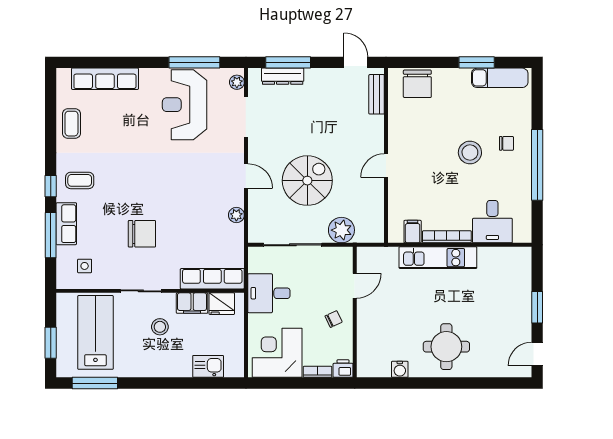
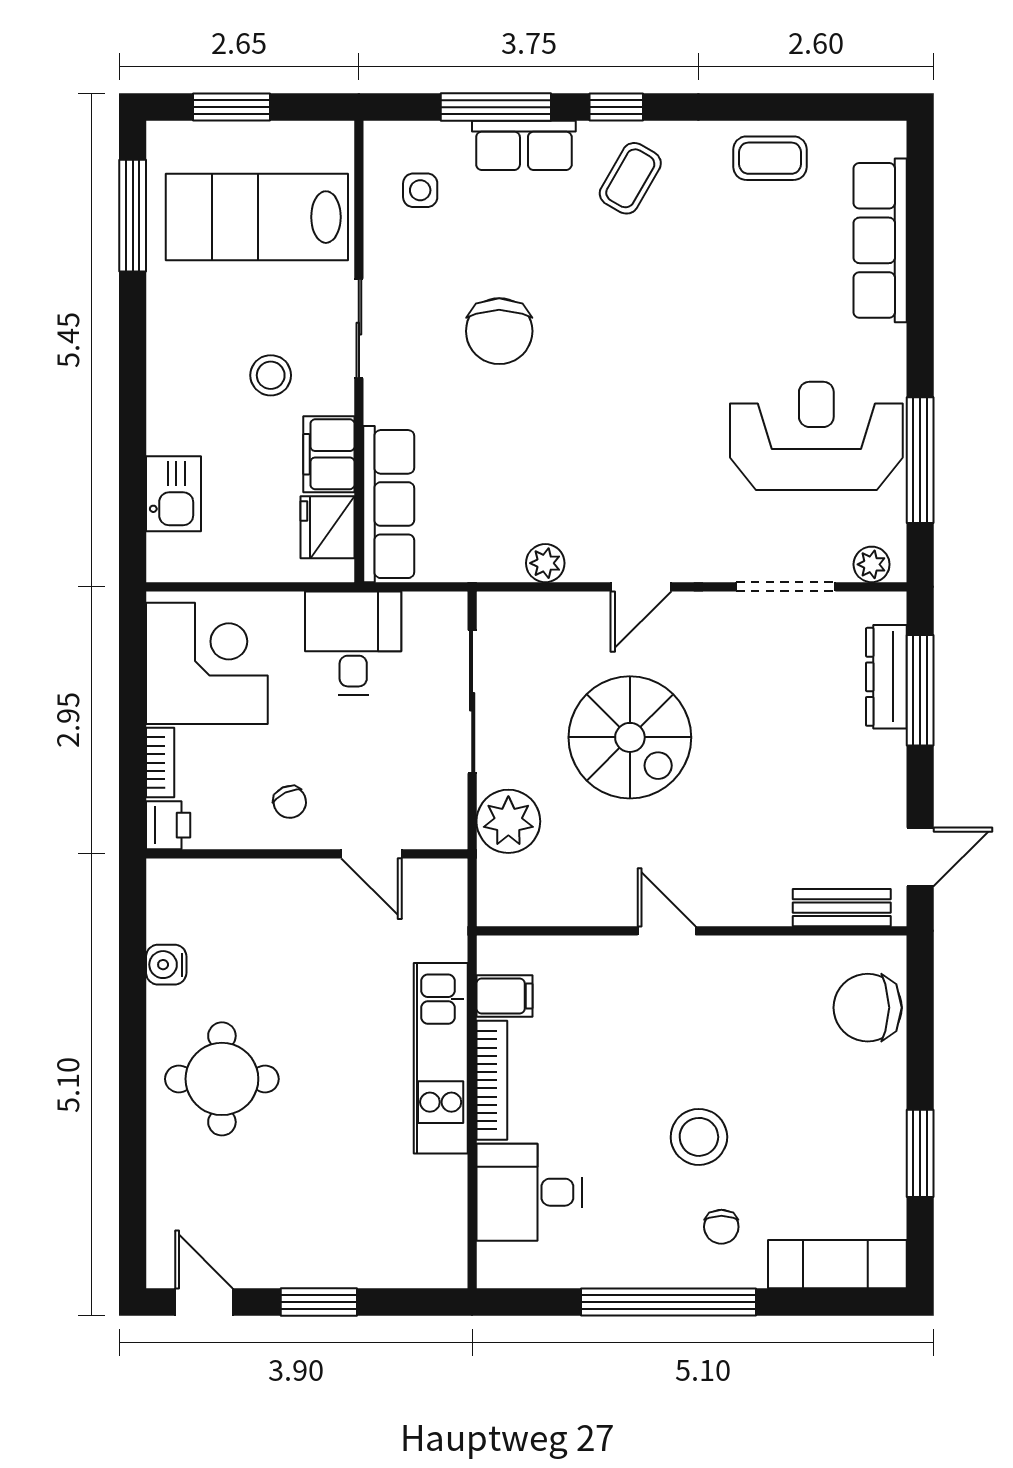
exam couch: (500, 78) -> (837, 1264), moved, turned 90
coffee table: (80, 180) -> (630, 178), turned 30
lab bench: (95, 332) -> (257, 217), turned 180

